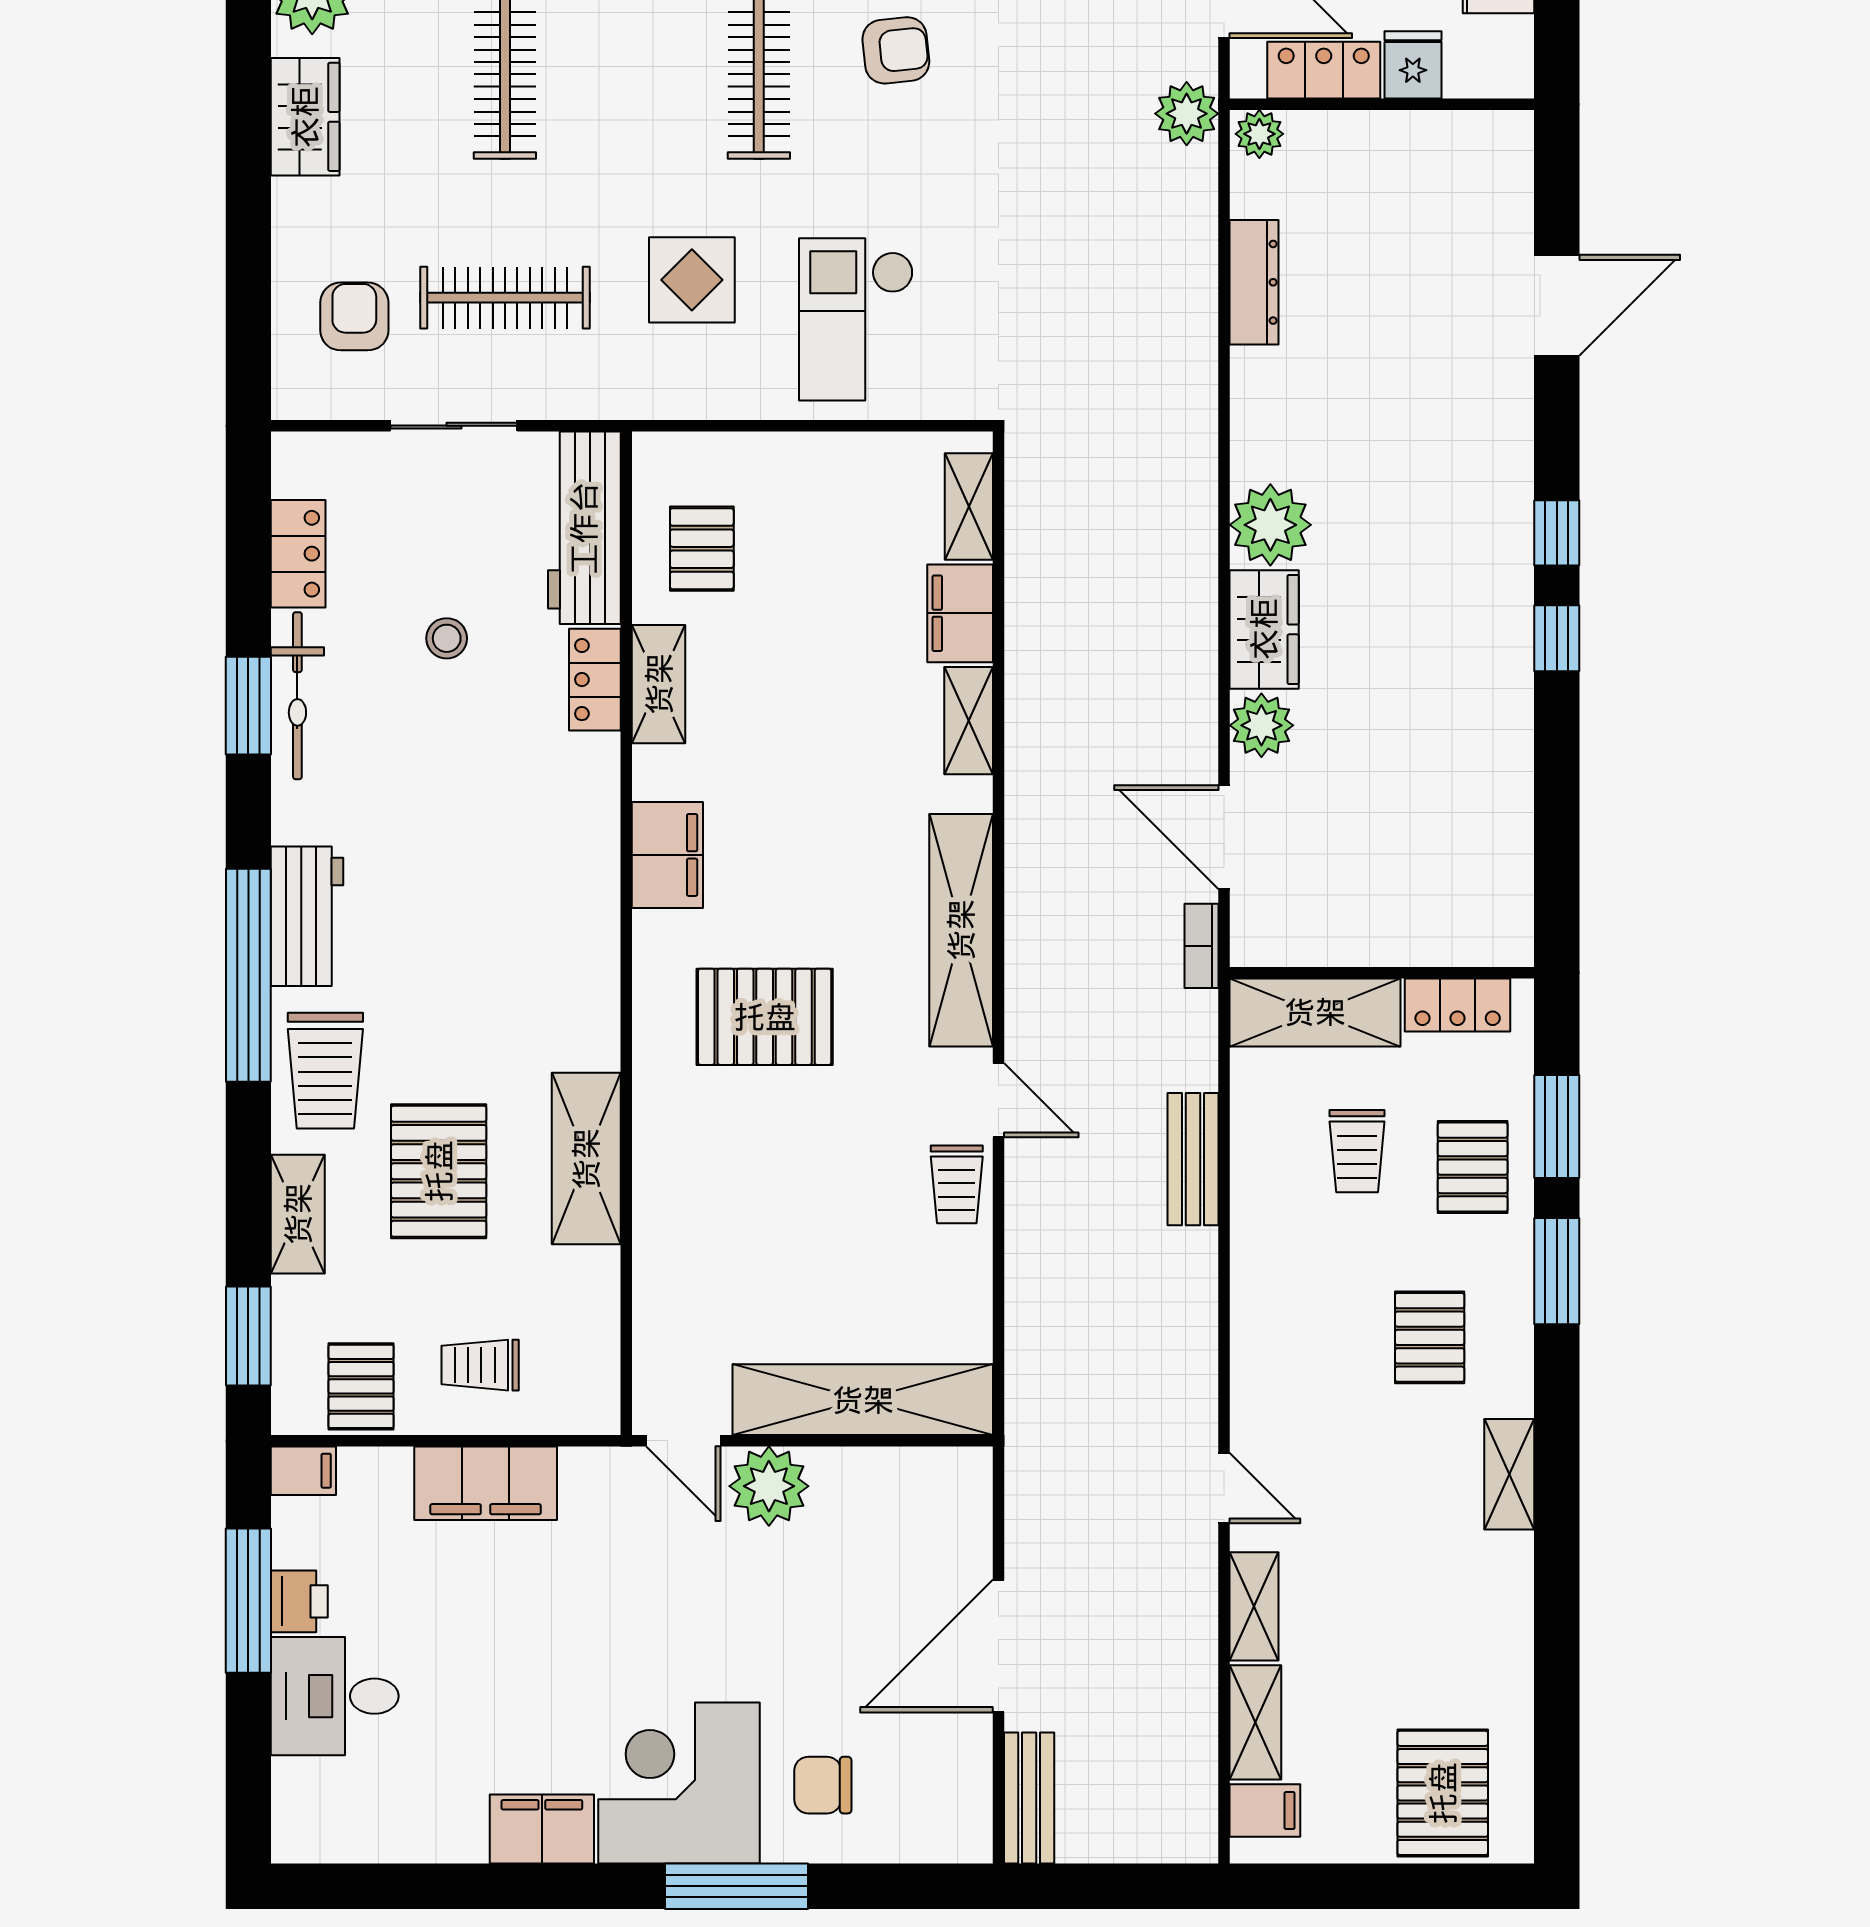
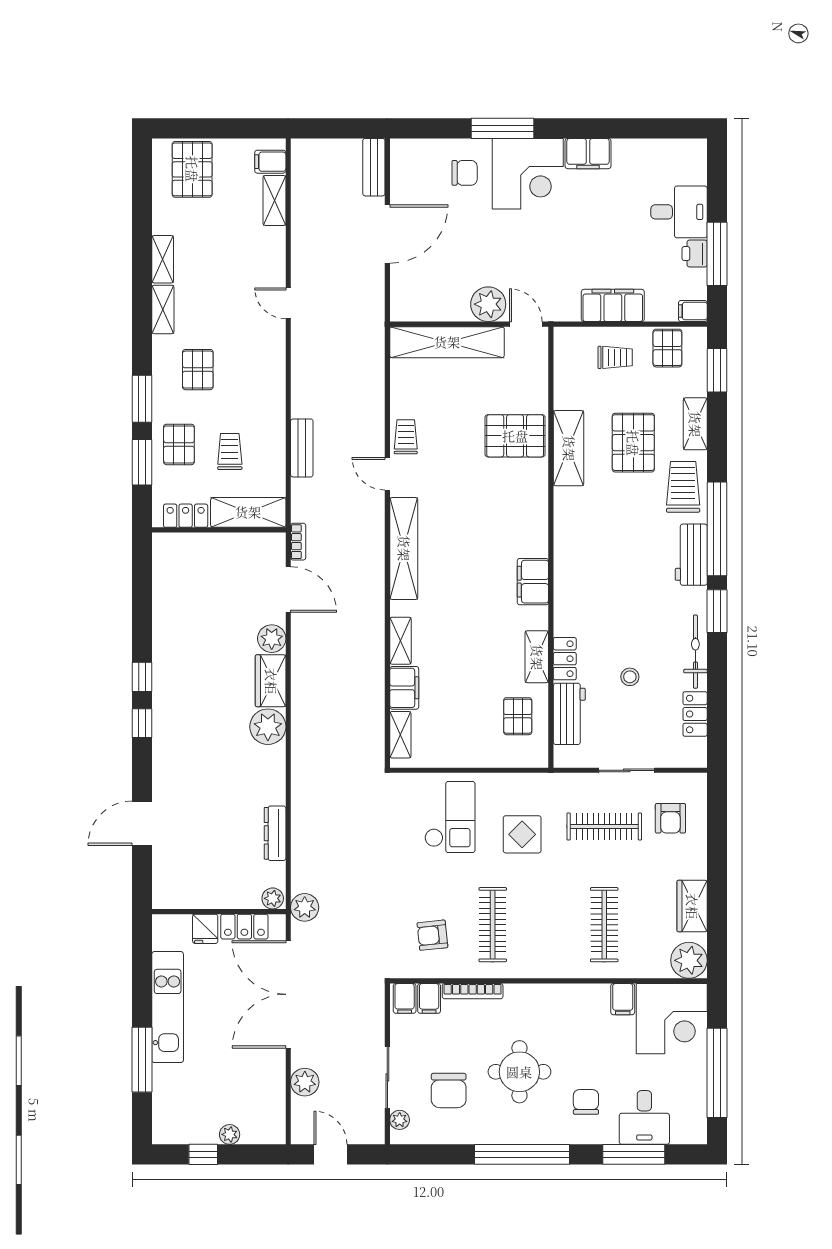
workbench: (584, 528) -> (569, 714), width x0.73
window: (248, 706) -> (717, 611), moved
pallet: (765, 1017) -> (515, 436), moved
shelving: (1254, 1606) -> (163, 259), moved

